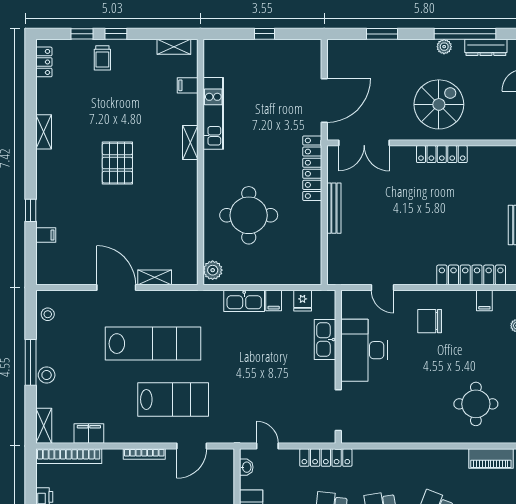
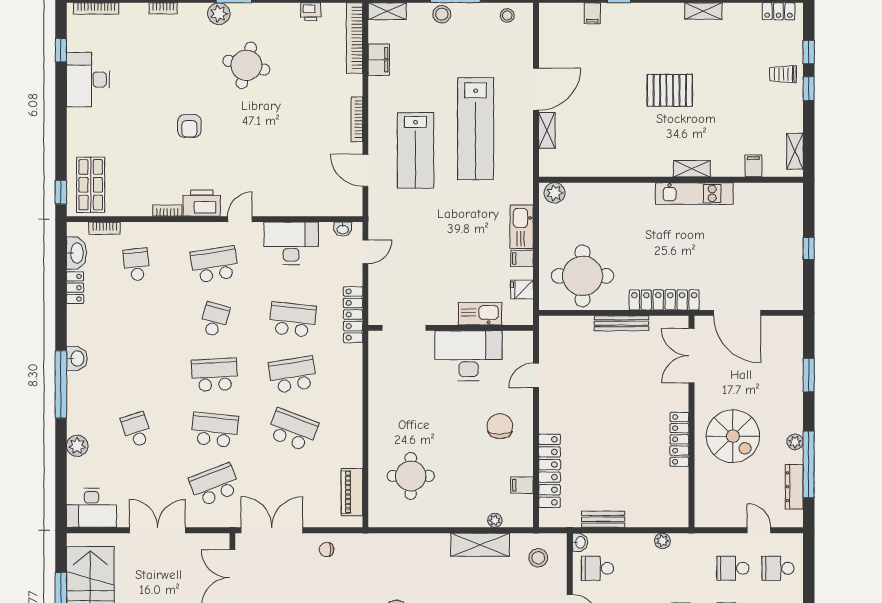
kitchen unit: (213, 113) -> (694, 194), moved
round table: (249, 215) -> (583, 276), moved

